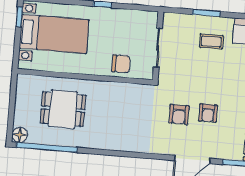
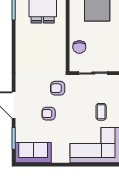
armchair: (179, 114) -> (58, 88), moved

